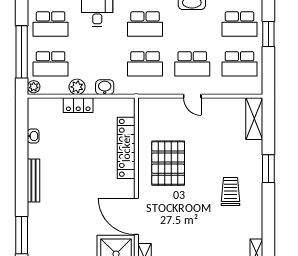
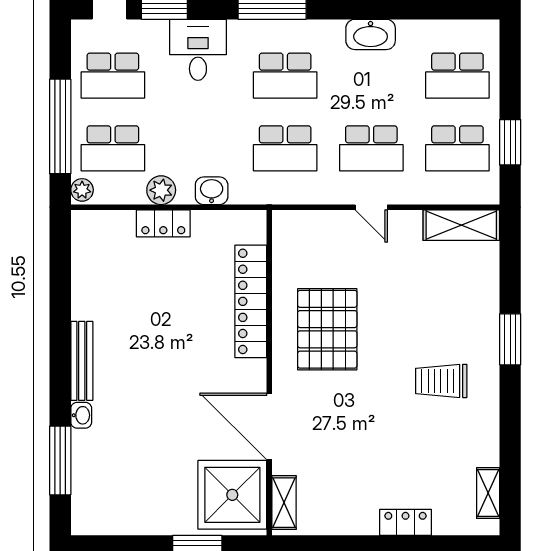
window: (268, 34) -> (510, 142), moved
shelving: (254, 119) -> (461, 225), moved, turned 90
washbasin: (33, 136) -> (81, 415), moved
trolley: (231, 191) -> (441, 381), turned -90

